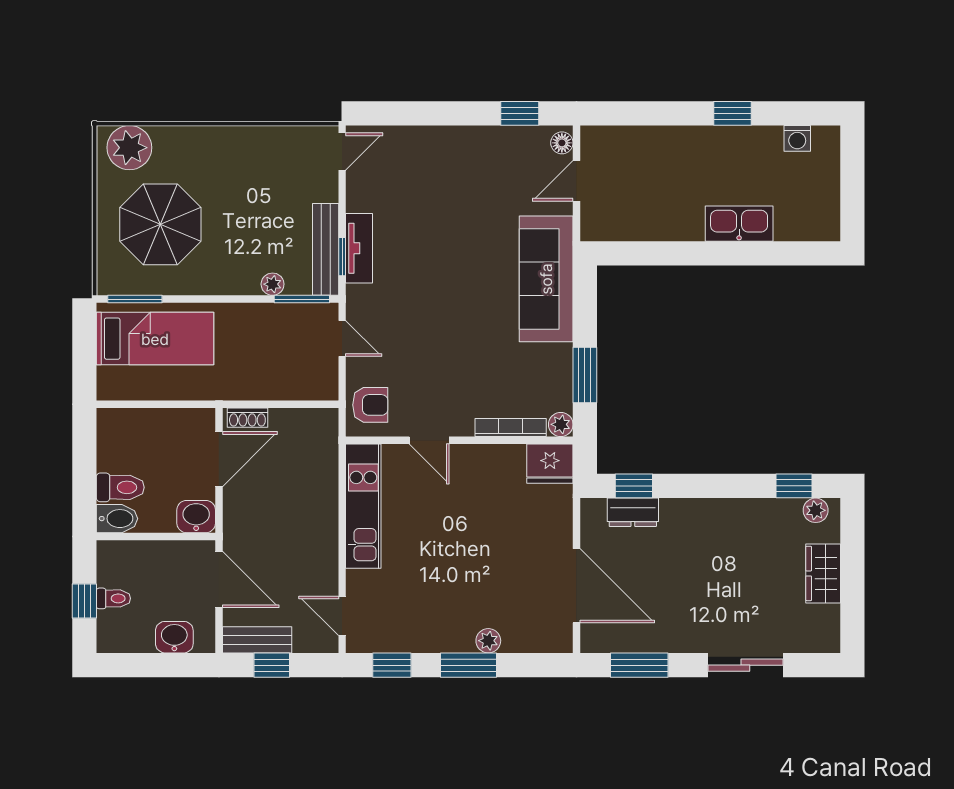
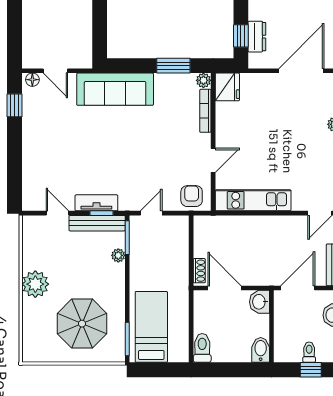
plant: (129, 148) -> (35, 284), moved
door: (342, 151) -> (57, 213), moved
toilet: (120, 487) -> (202, 348), moved

